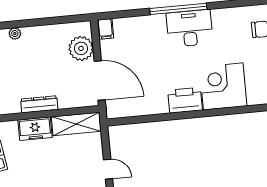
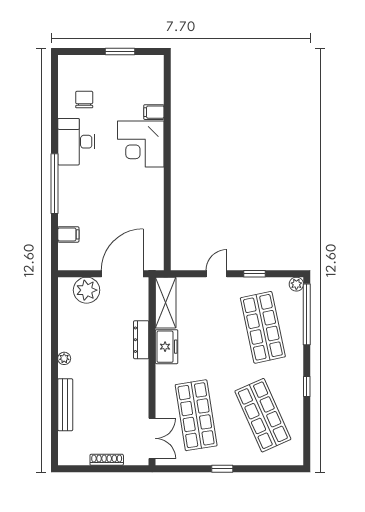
desk: (190, 28) -> (76, 142), moved
filing cabinet: (105, 29) -> (68, 234), moved
filing cabinet: (254, 96) -> (154, 112), added
printer: (185, 100) -> (152, 186), removed

